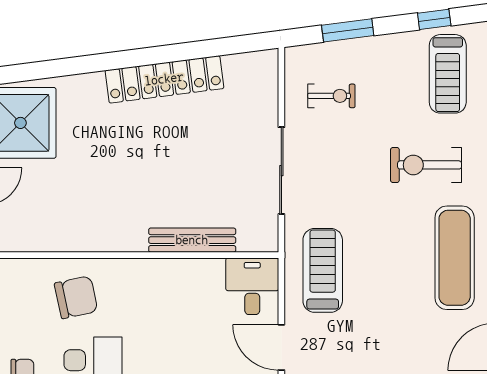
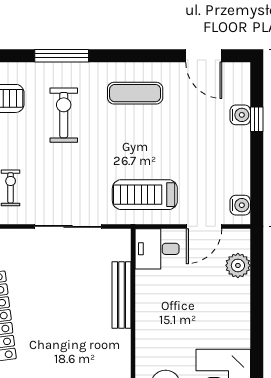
exercise bike: (426, 165) -> (64, 115), turned 180
exercise mat: (455, 258) -> (135, 93), width x0.73, depth x0.69

